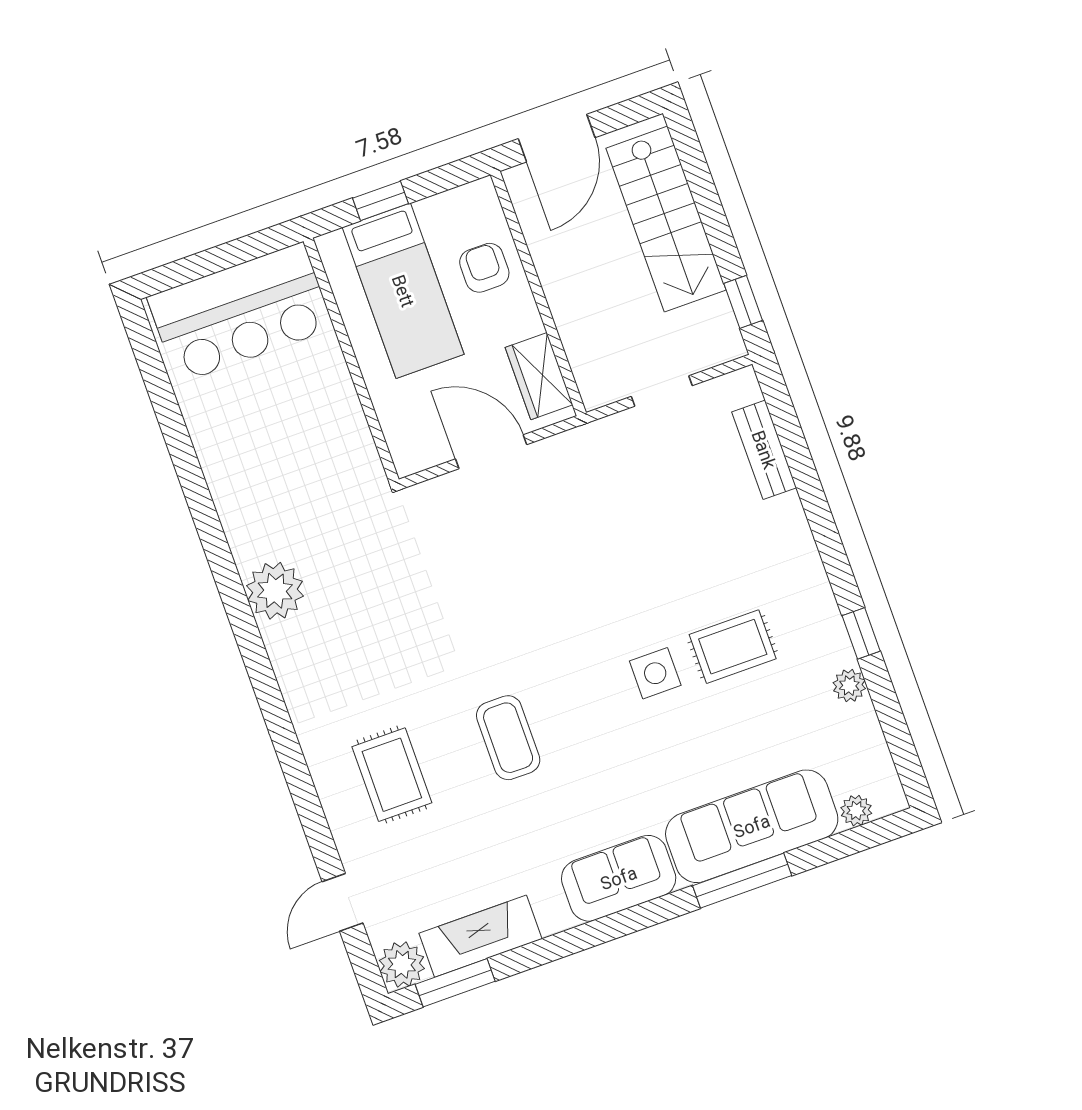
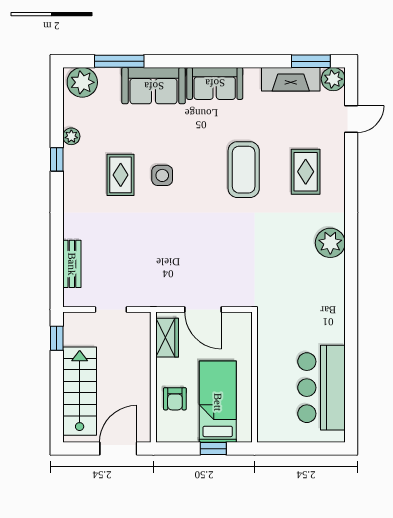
bar counter: (240, 313) -> (321, 388), moved, turned -90
plant: (275, 591) -> (330, 243), moved
rug: (733, 647) -> (121, 175), turned 90
coffee table: (508, 738) -> (244, 170), width x1.36, depth x1.32
plant: (856, 811) -> (82, 82), width x1.87, depth x1.87
sofa: (752, 826) -> (154, 86), width x0.73
window: (742, 881) -> (119, 61), moved

